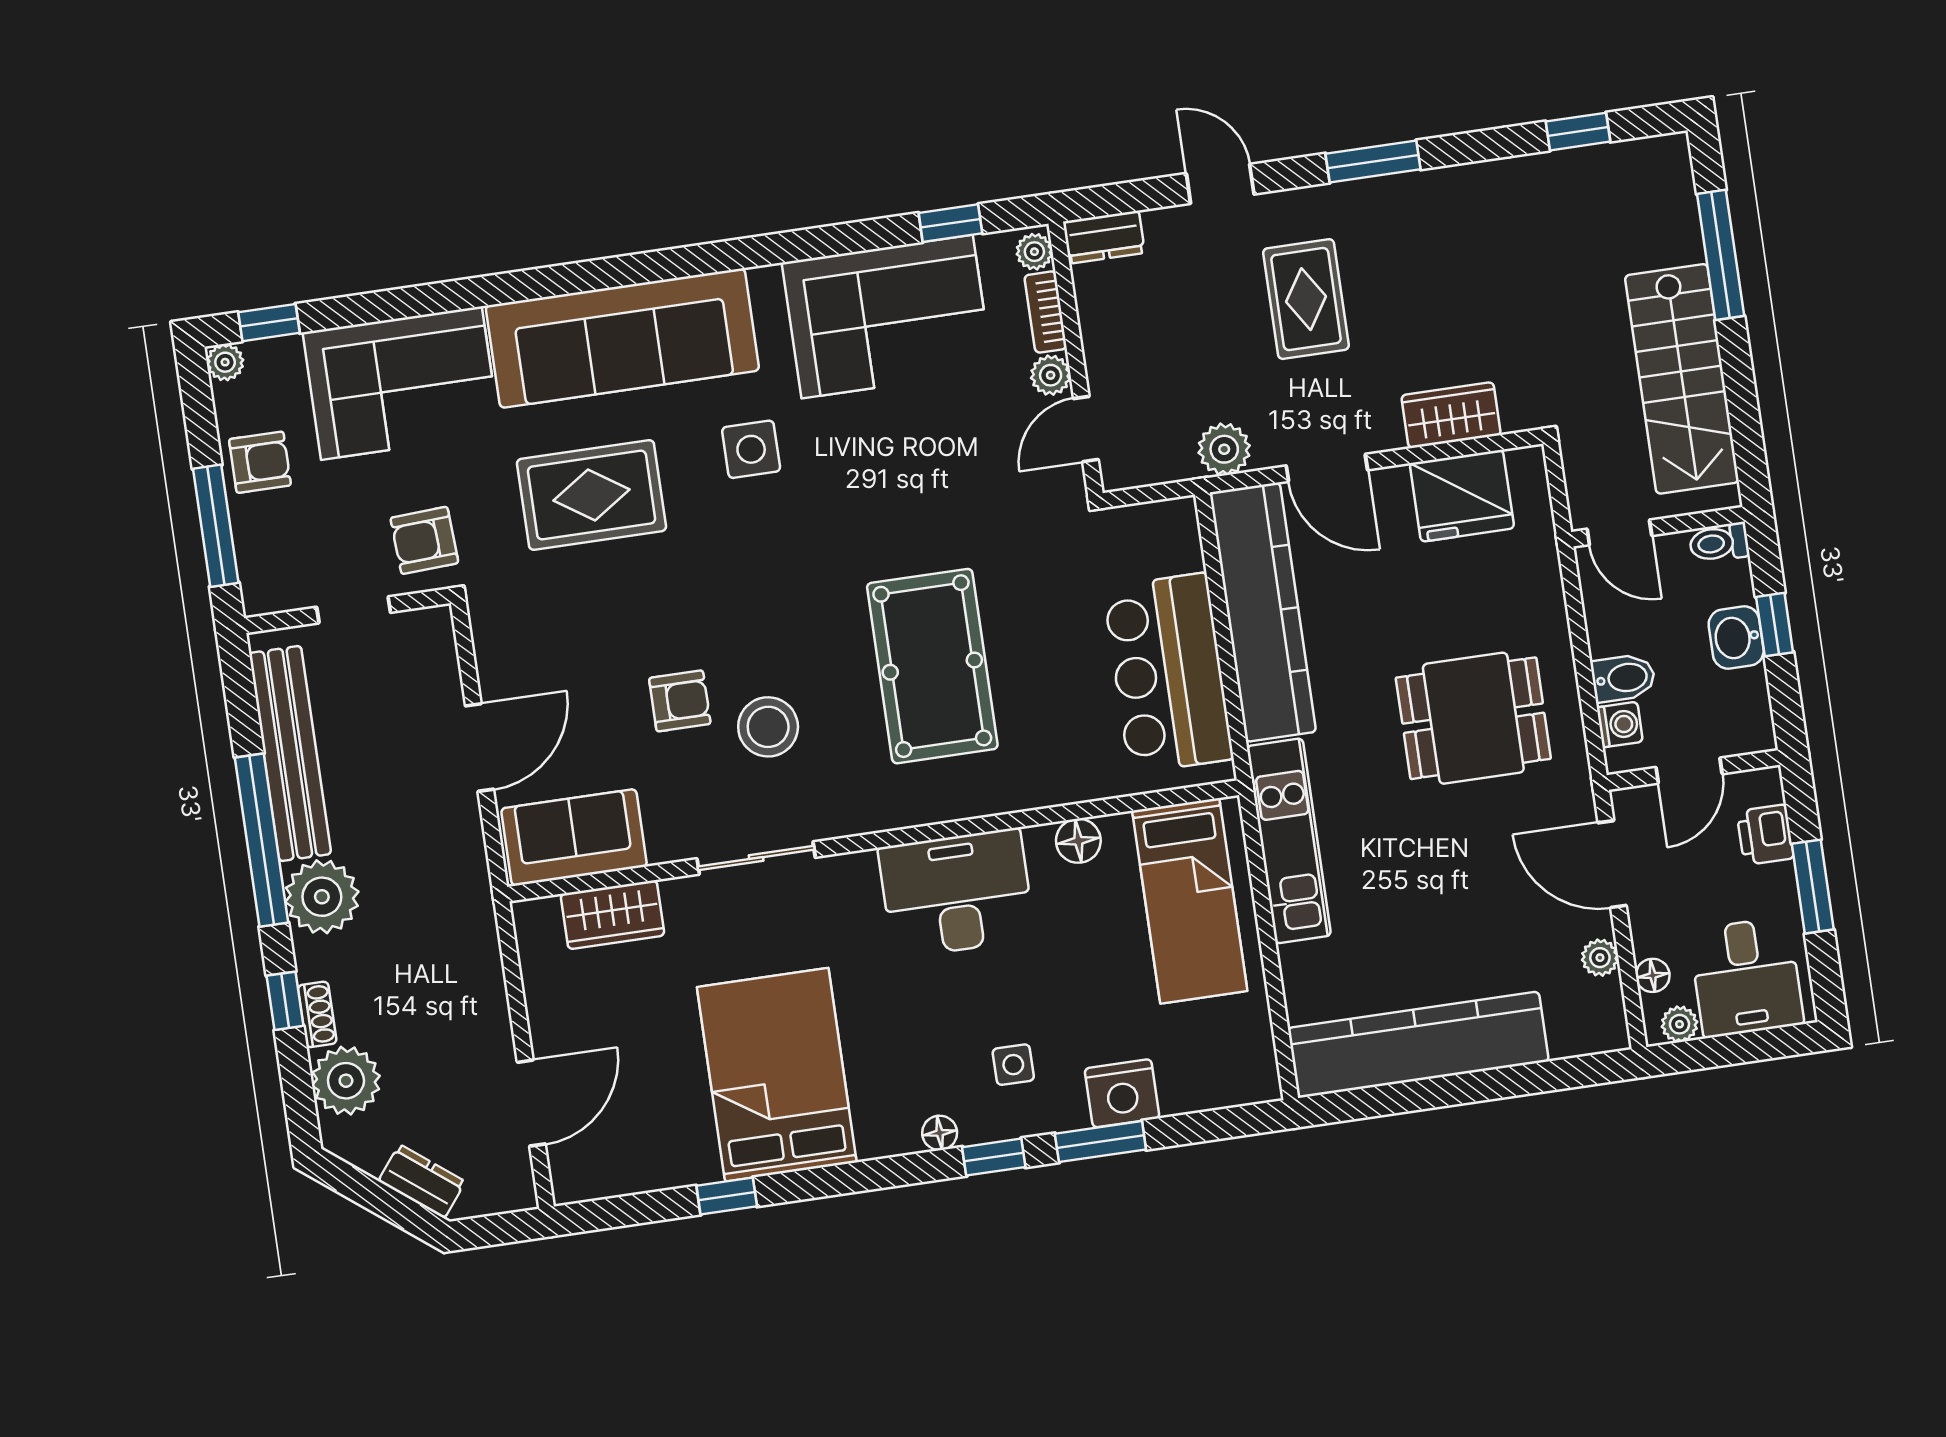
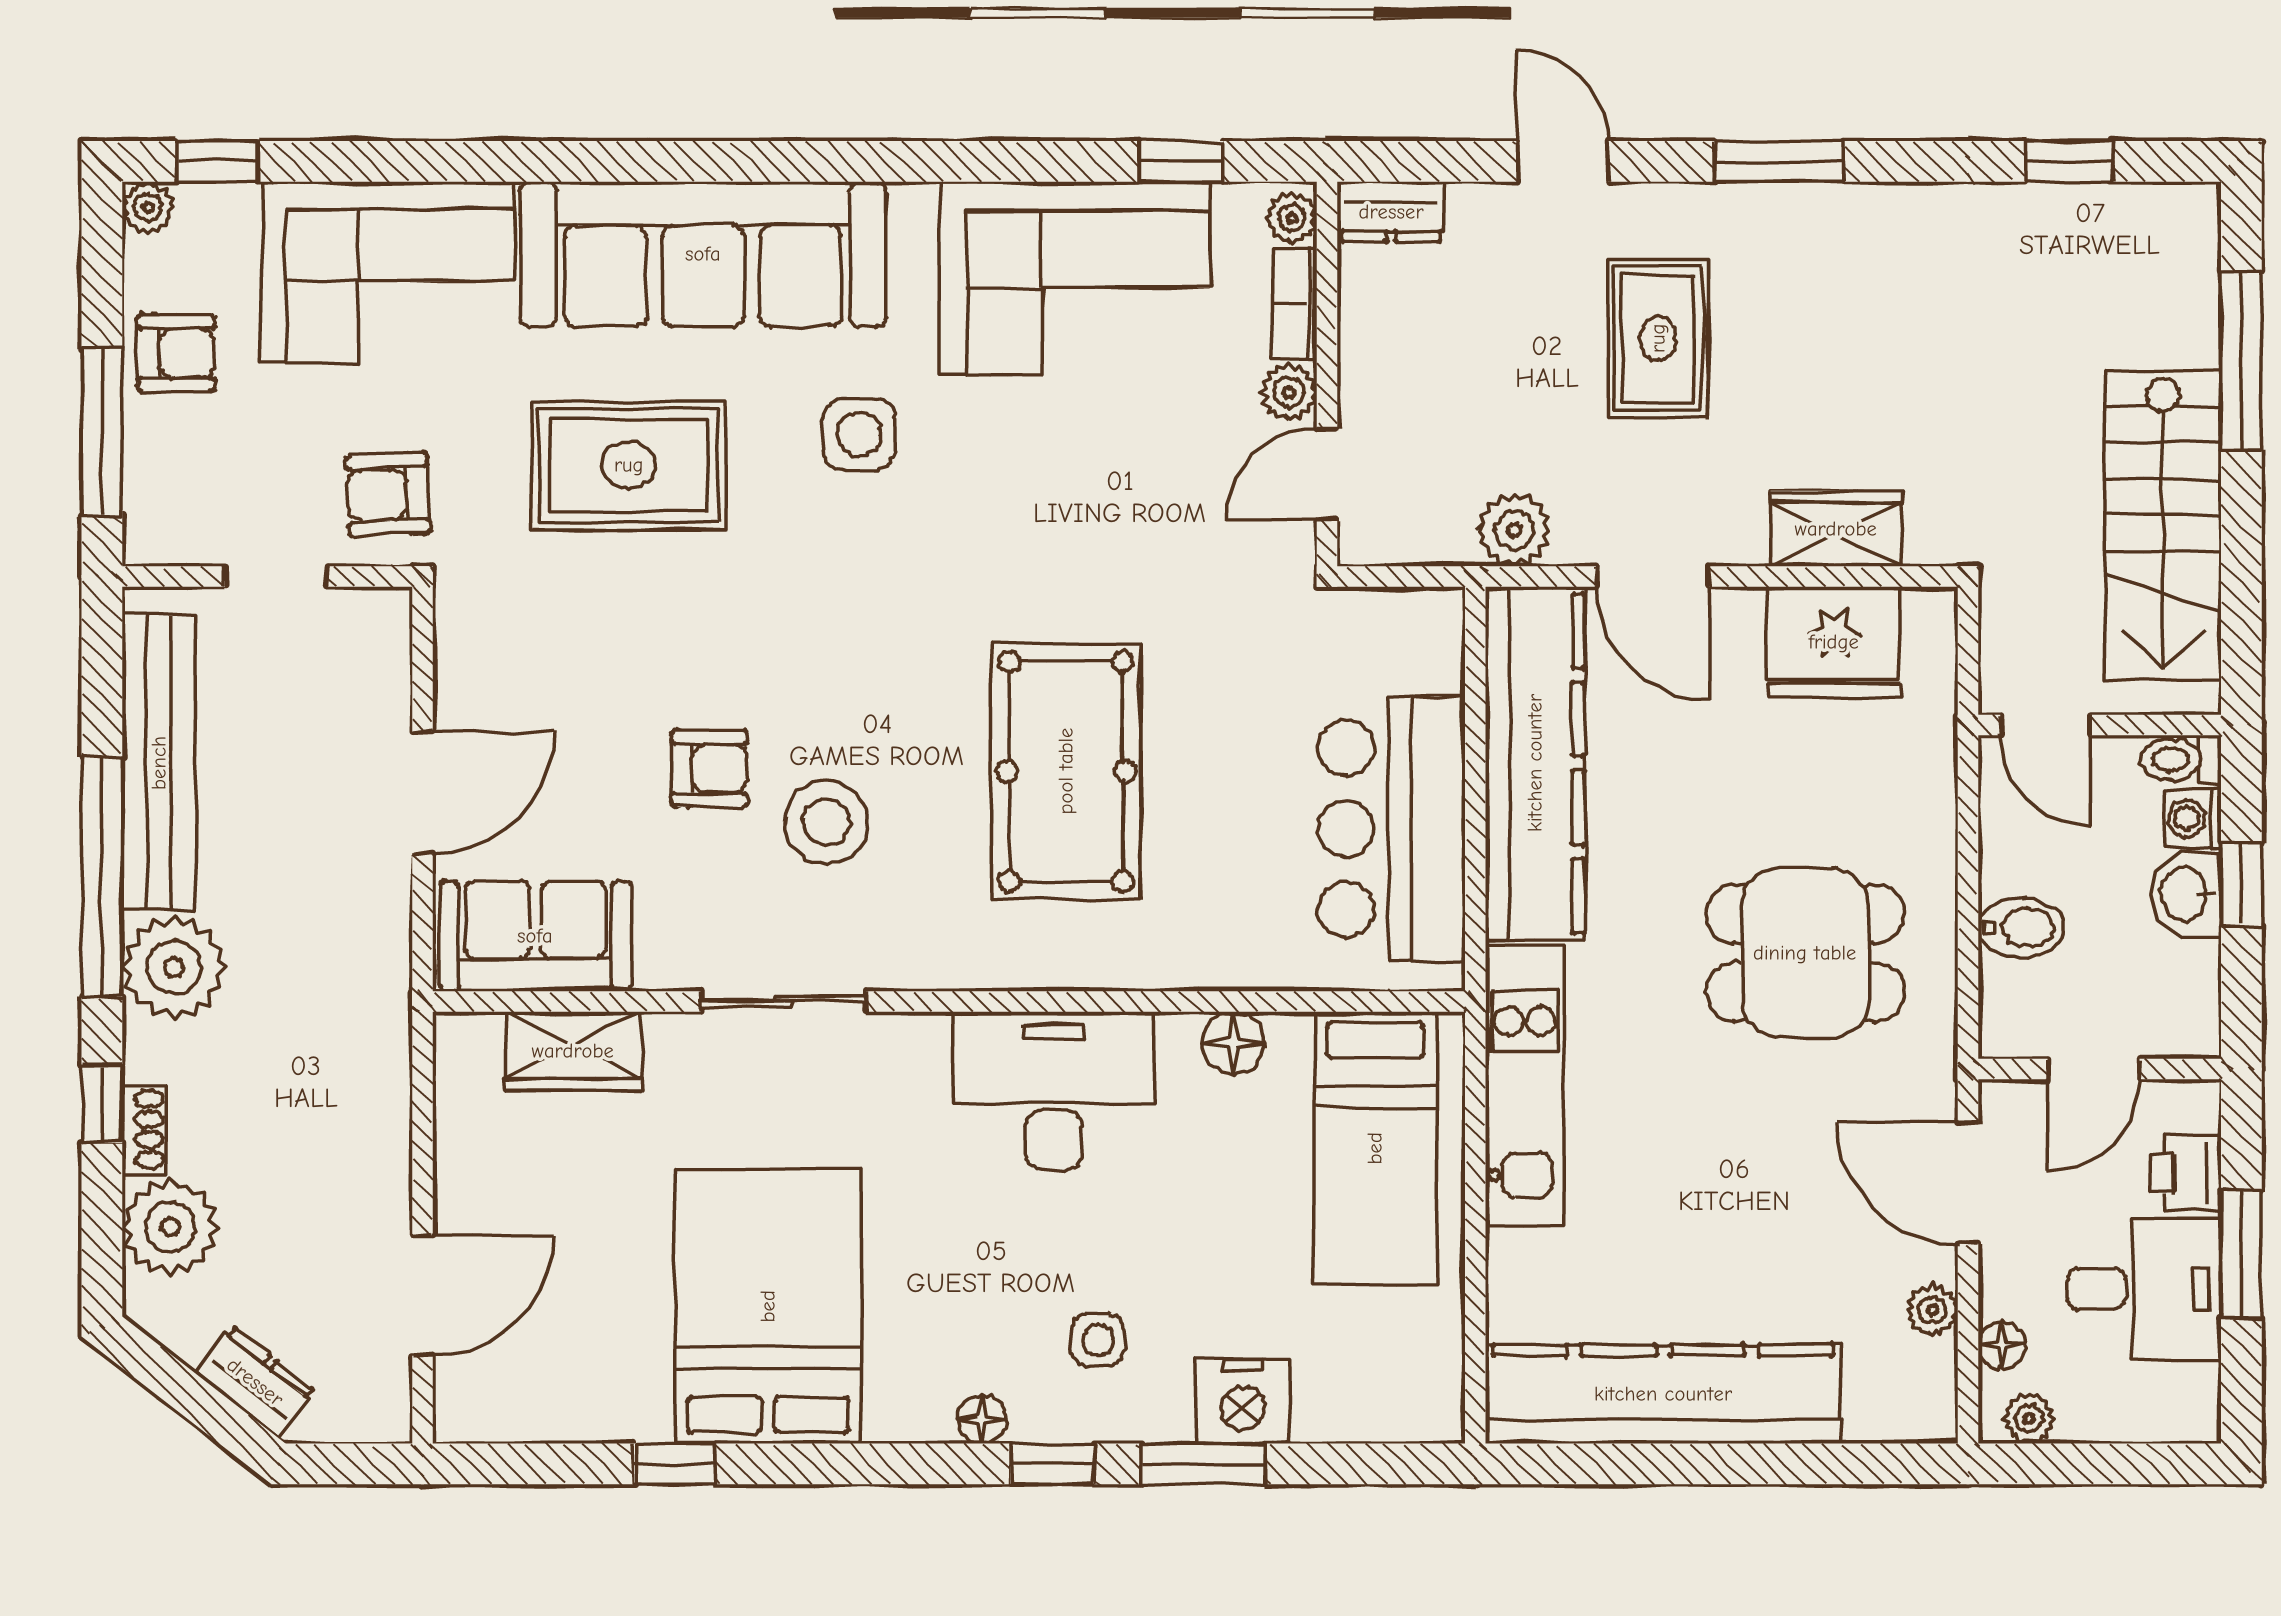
washing machine: (1620, 725) -> (2193, 818), moved, turned 180
desk: (1746, 977) -> (2144, 1289), moved, turned -90

